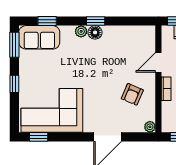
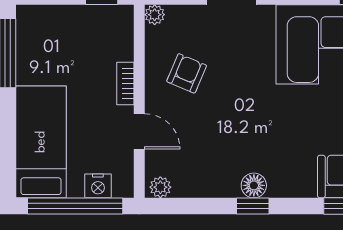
plant: (81, 31) -> (160, 187), moved
door: (158, 62) -> (139, 131), hinge flipped

